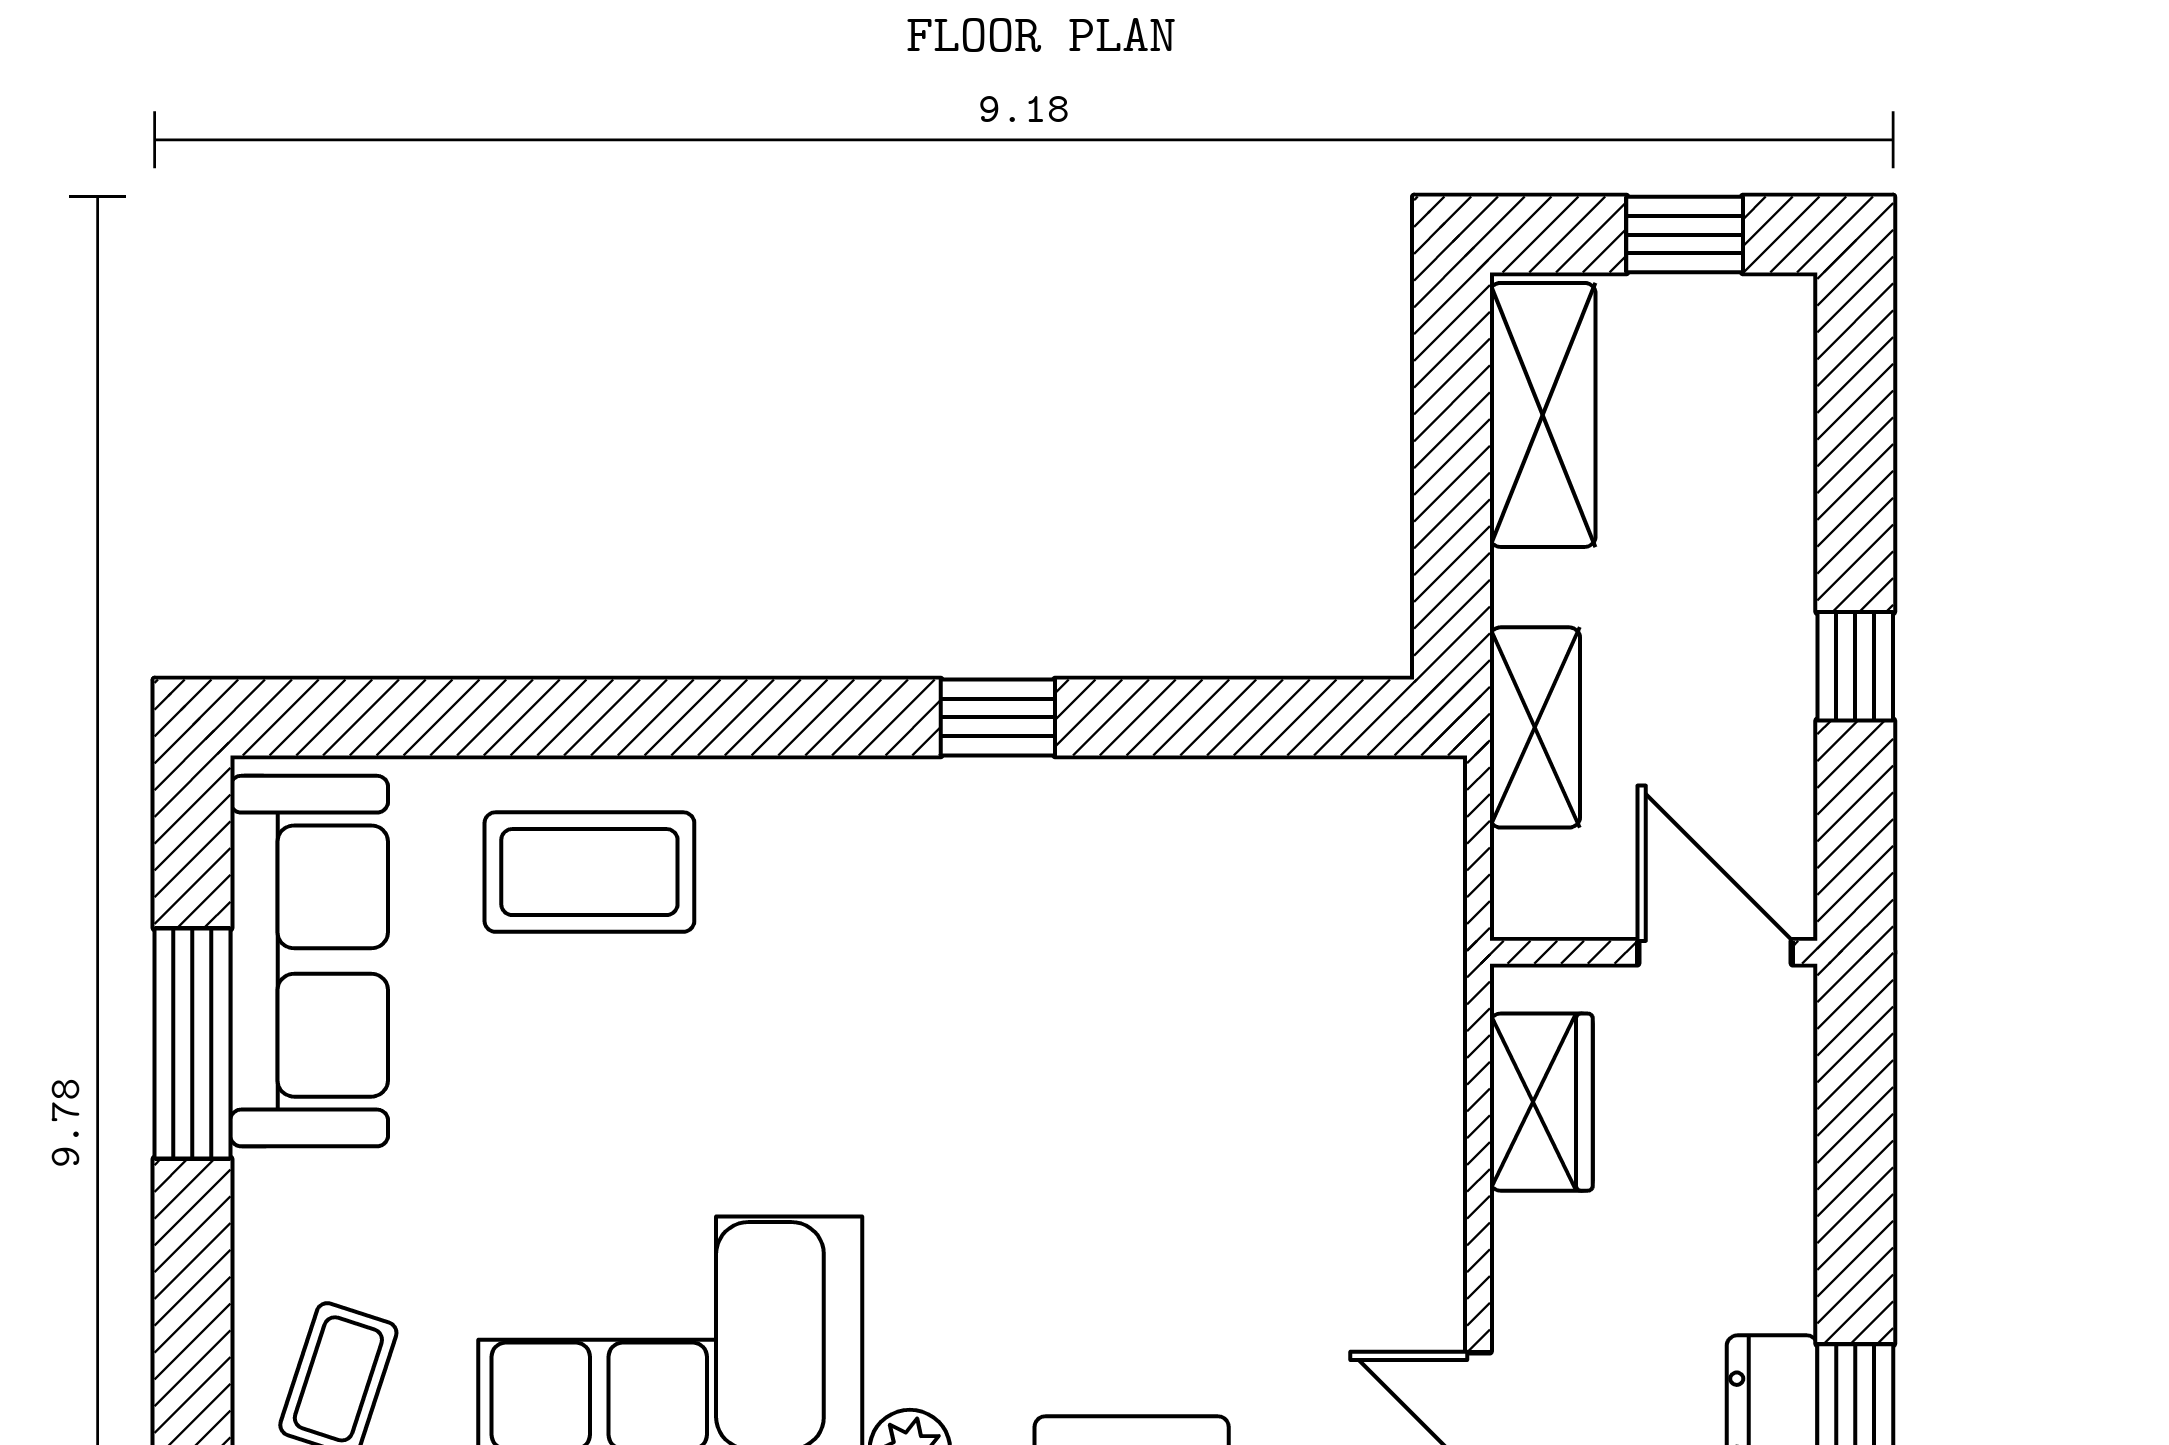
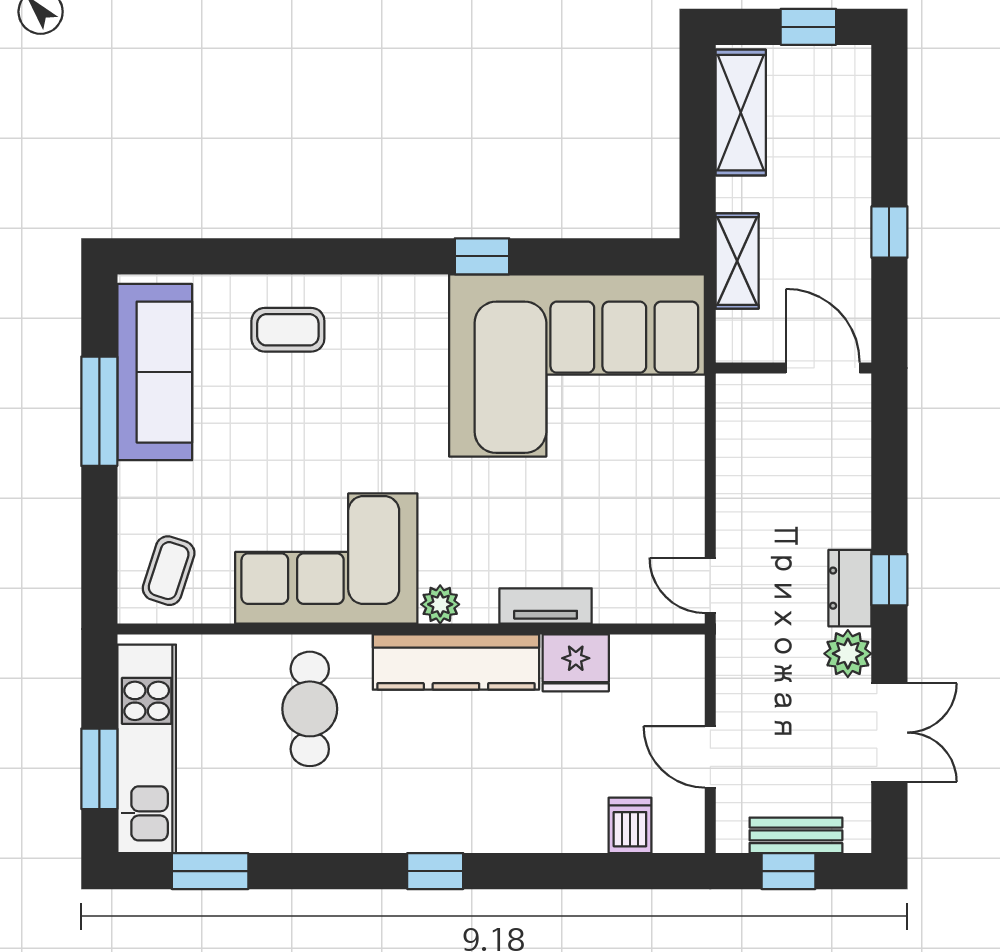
coffee table: (589, 872) -> (288, 330), width x0.73, depth x0.77
corner sofa: (1198, 947) -> (577, 365), added
wardrobe: (1541, 1102) -> (740, 439), removed

